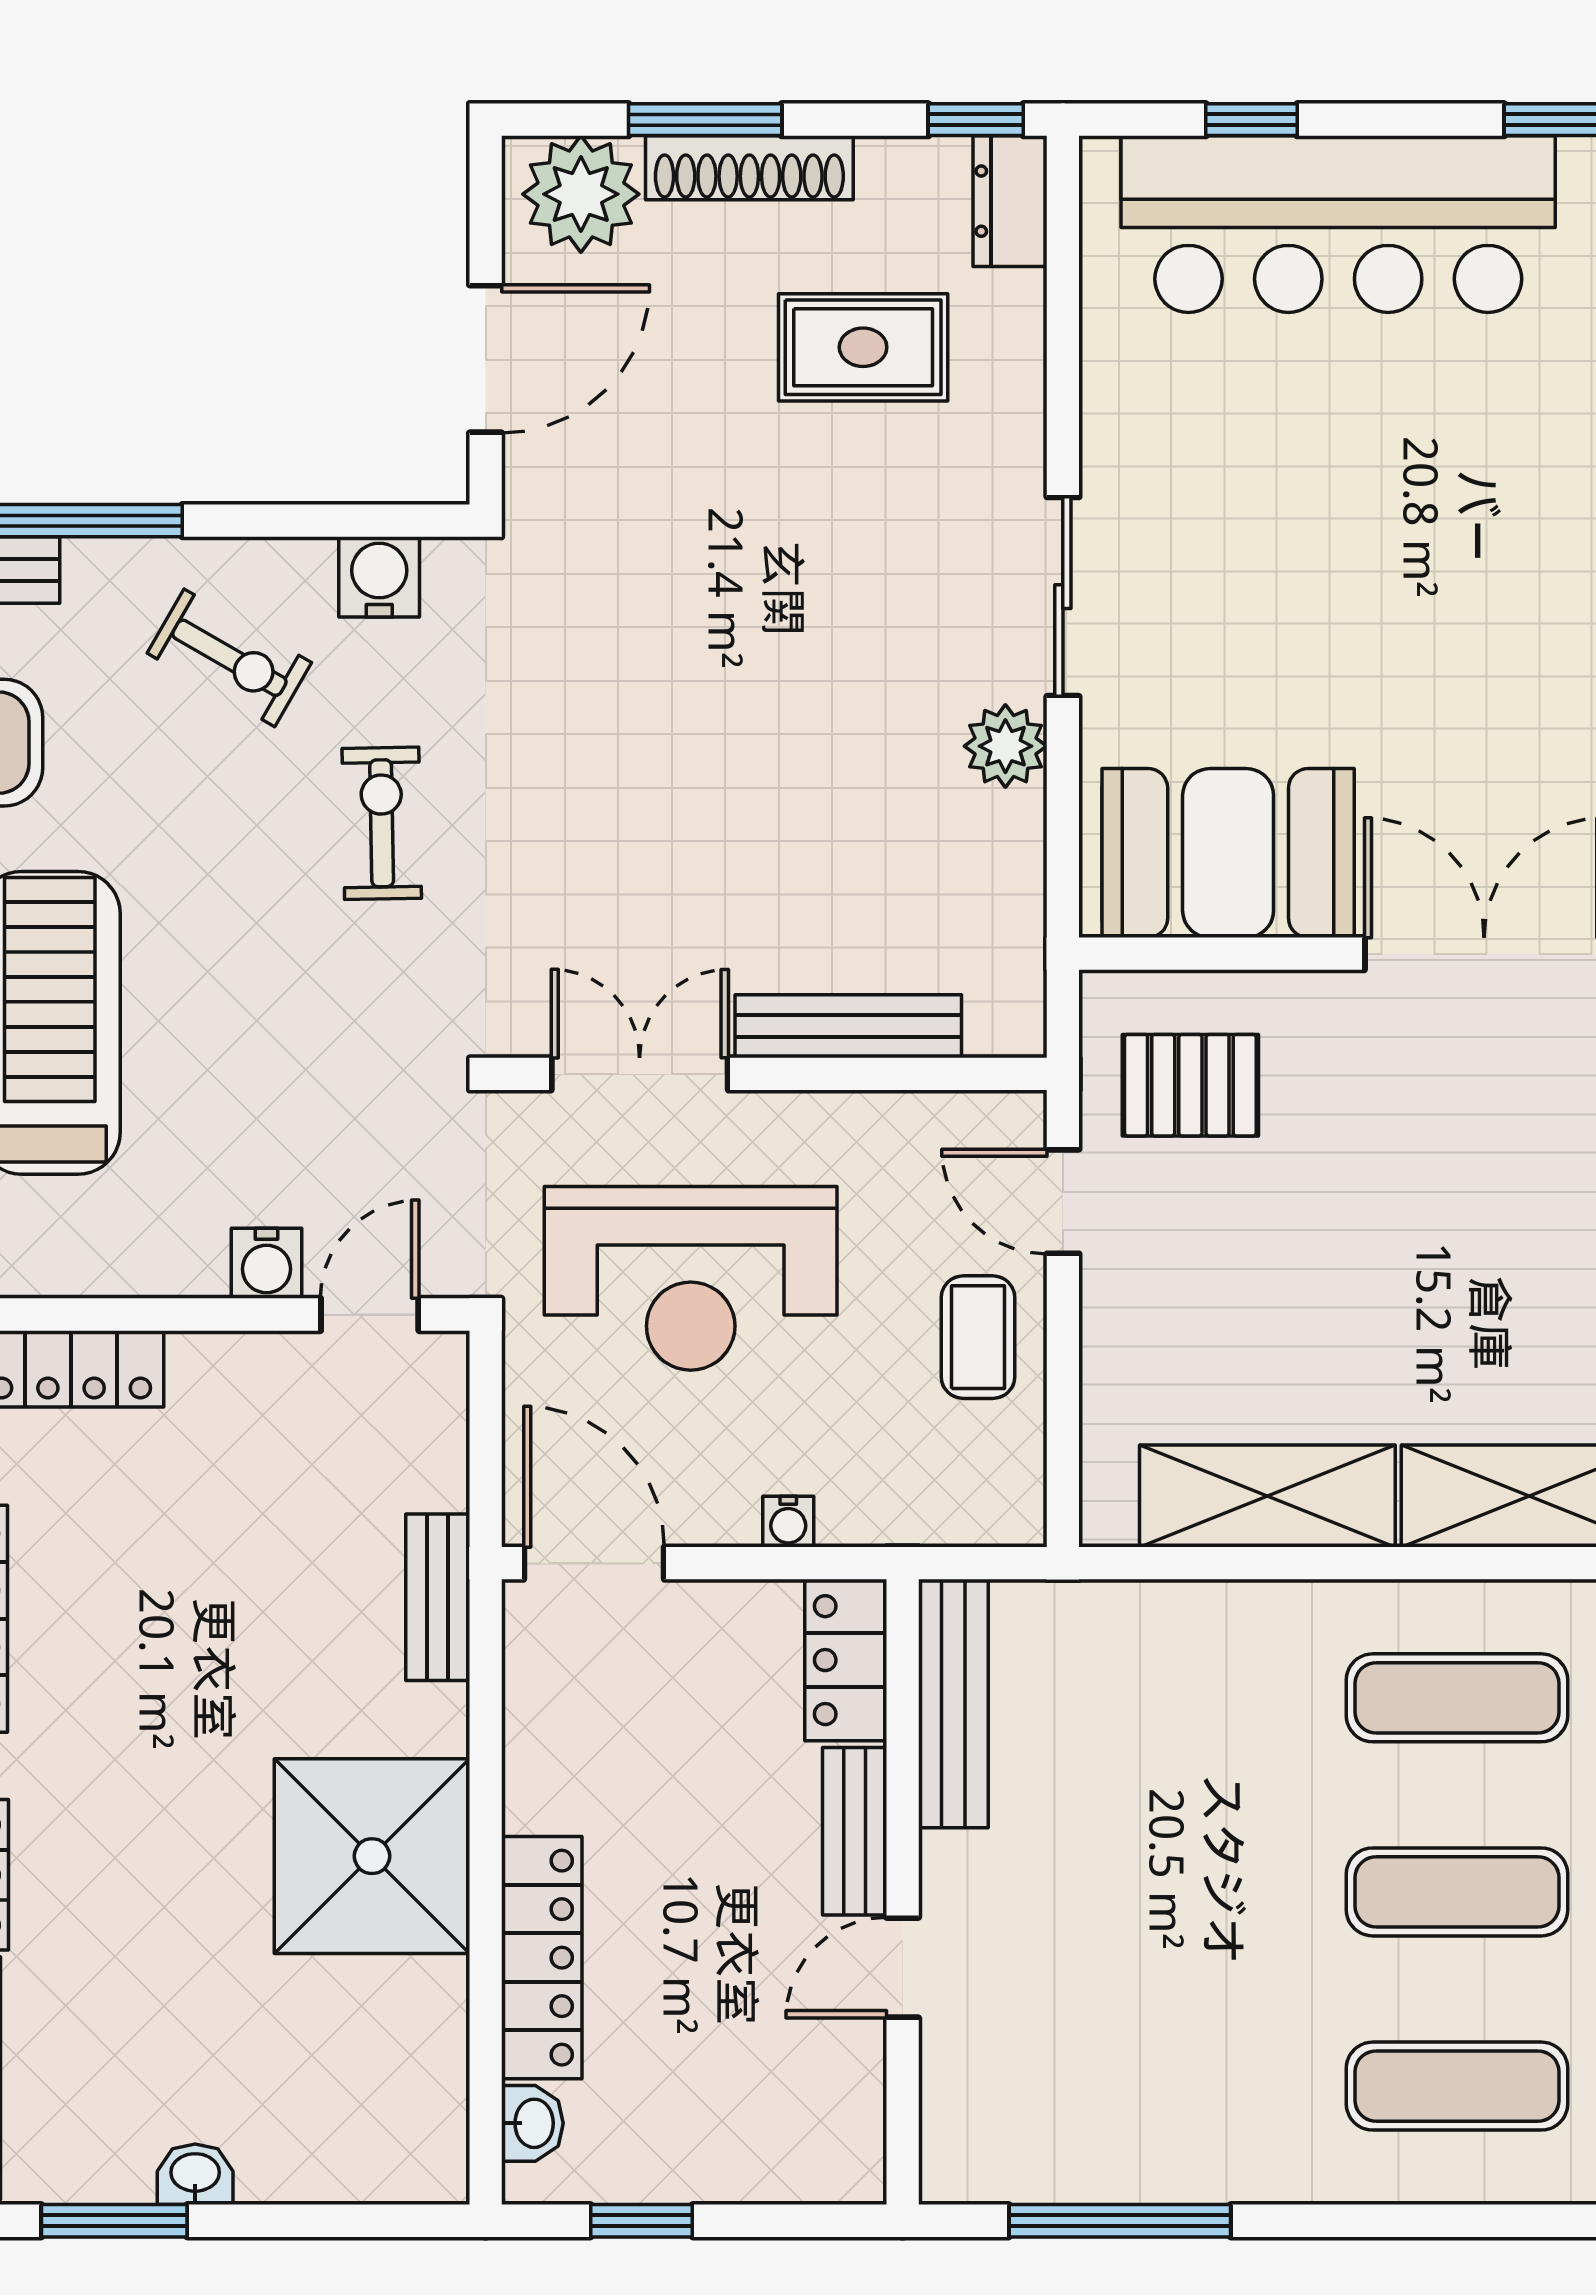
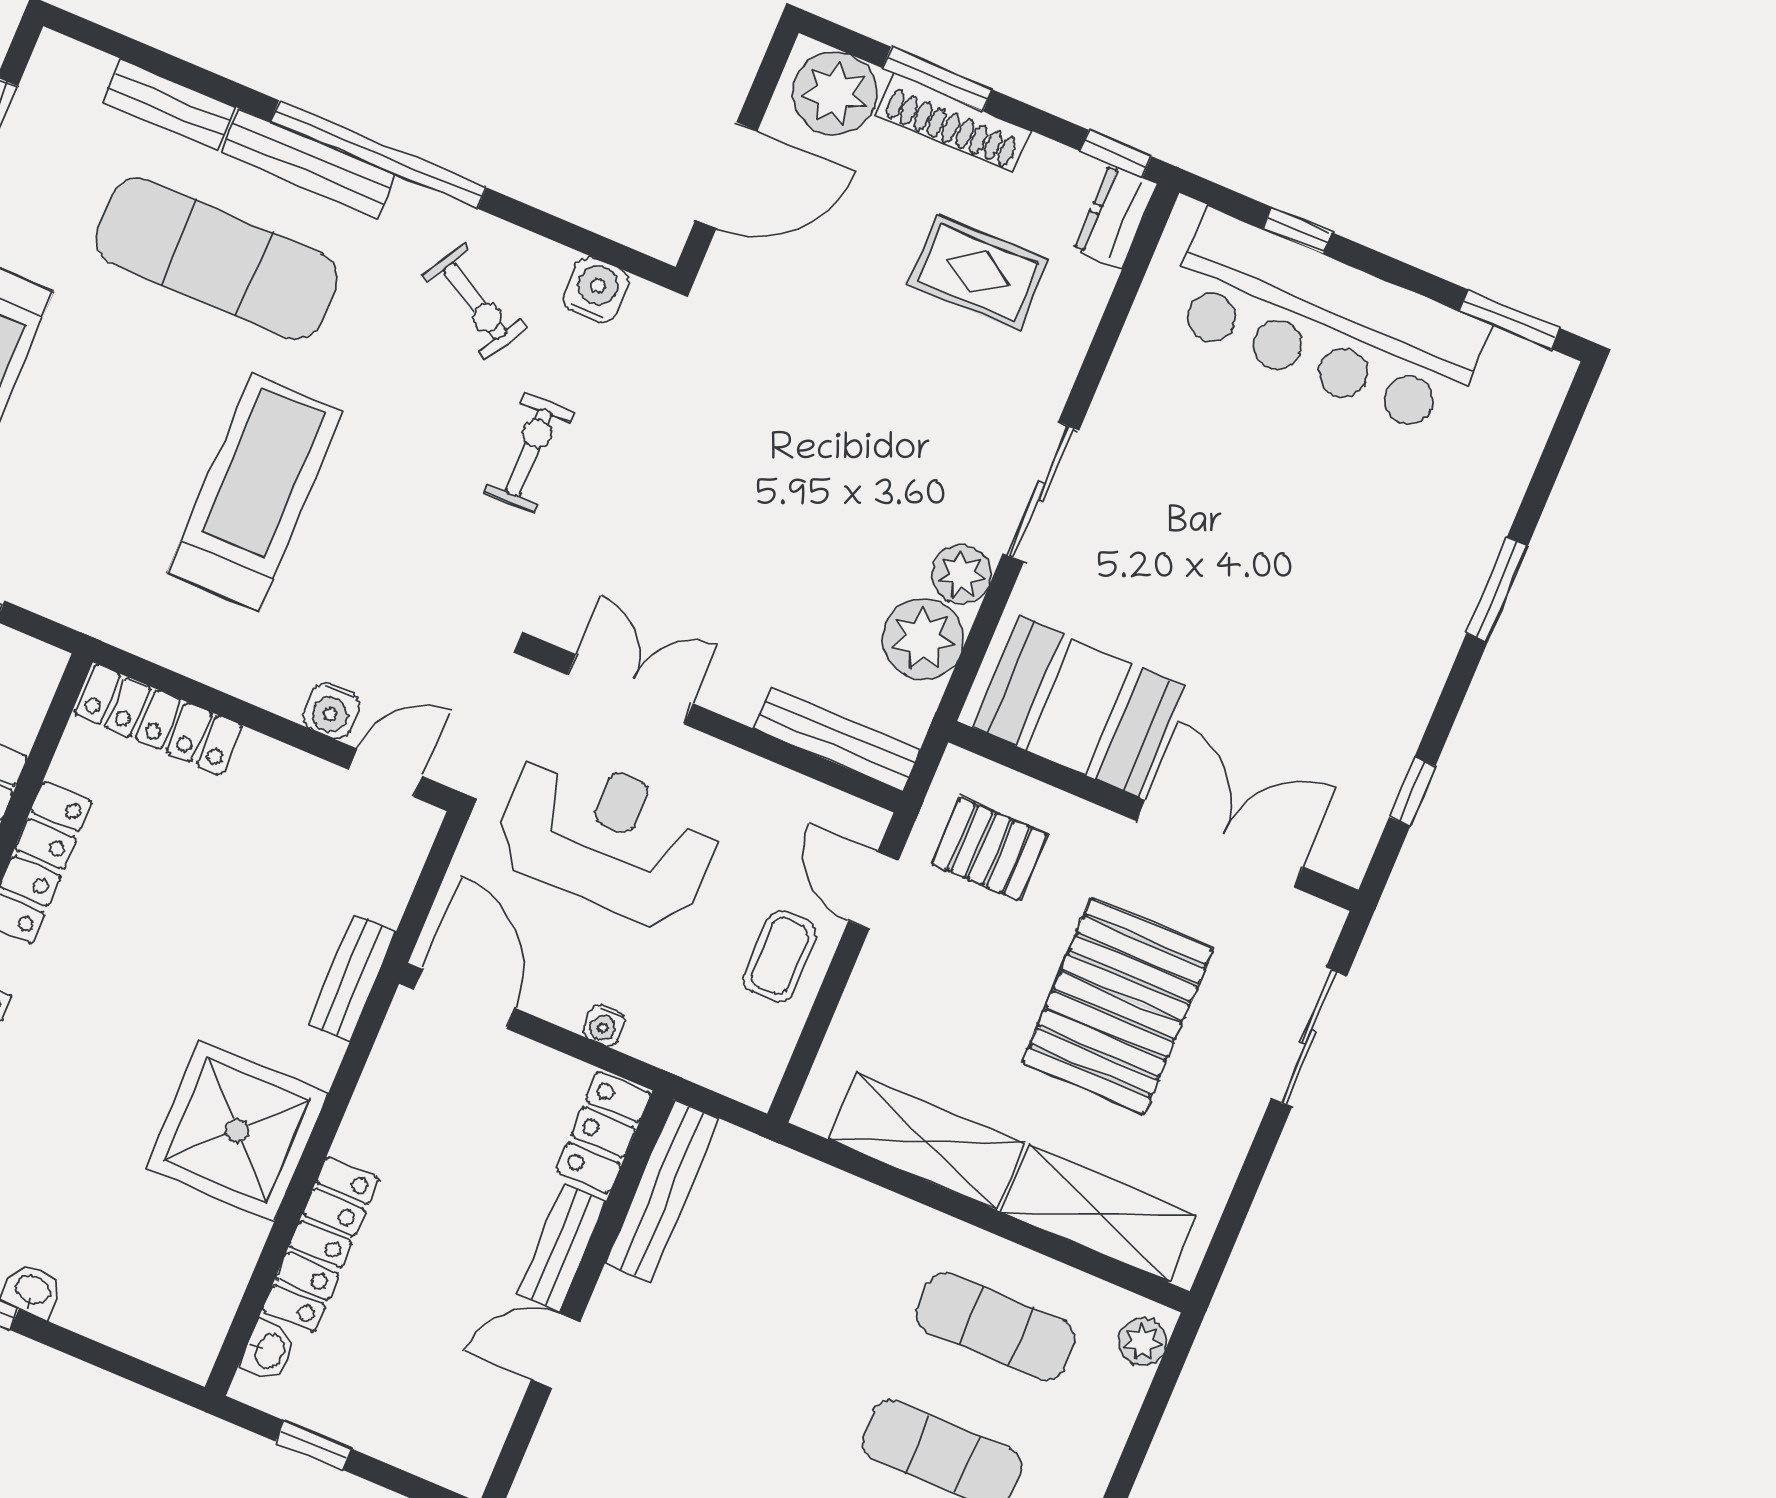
plant: (990, 850) -> (923, 639), added
bench: (848, 1026) -> (837, 739), moved
pallet: (1440, 1218) -> (1118, 1006), added
reception desk: (691, 1278) -> (607, 838), turned 180

